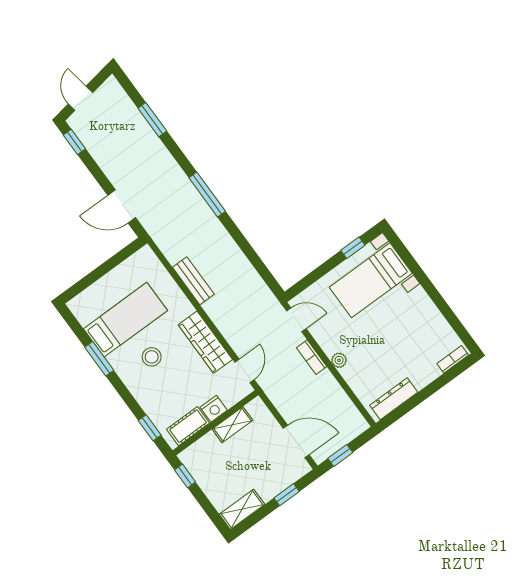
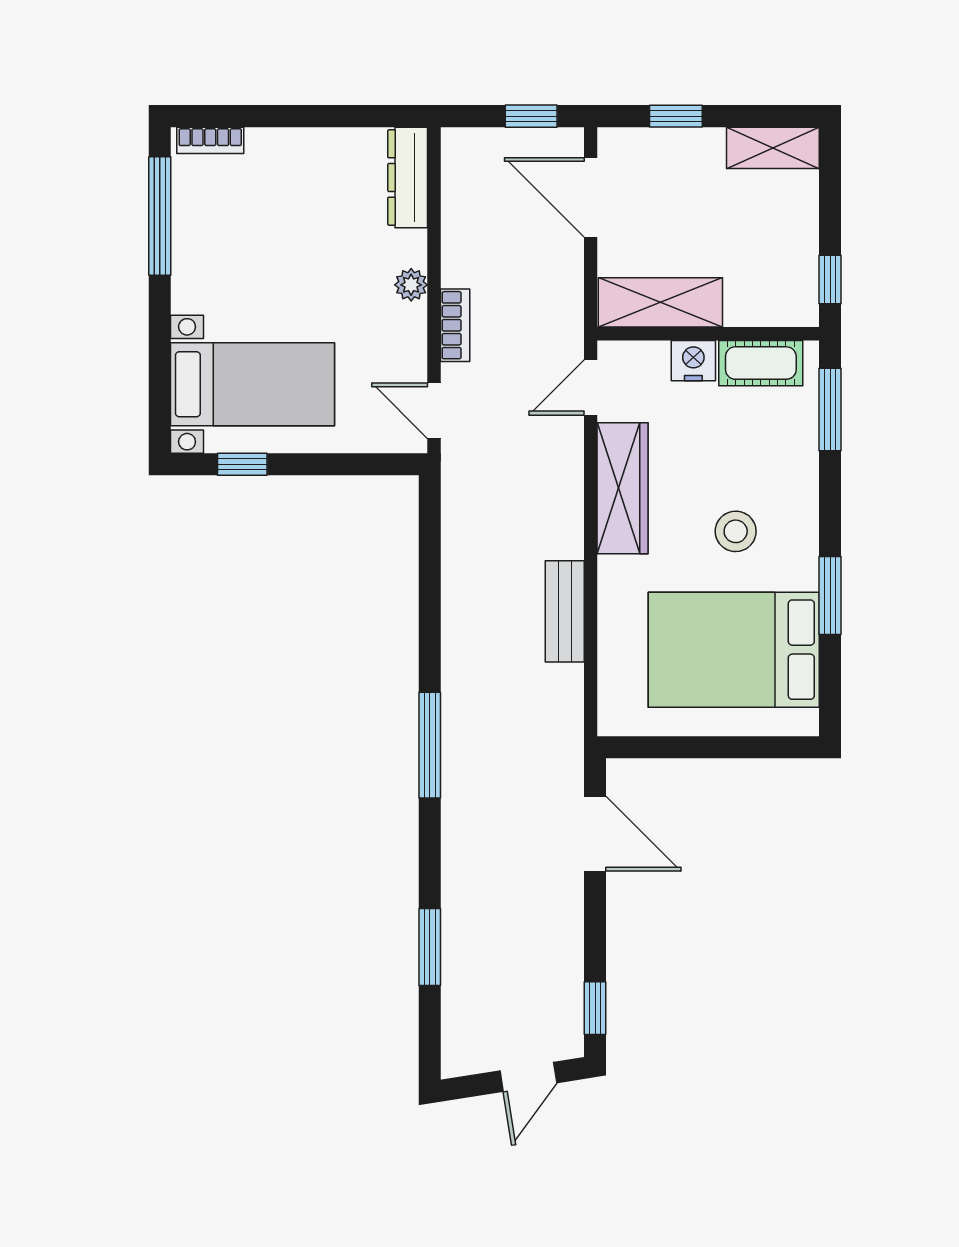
window: (451, 318) -> (160, 216), added
bed: (125, 320) -> (734, 650), width x1.50
dresser: (394, 399) -> (408, 177), moved, turned 90
shelving: (232, 425) -> (660, 302), width x1.50, depth x1.33
window: (150, 428) -> (830, 409), width x1.50

